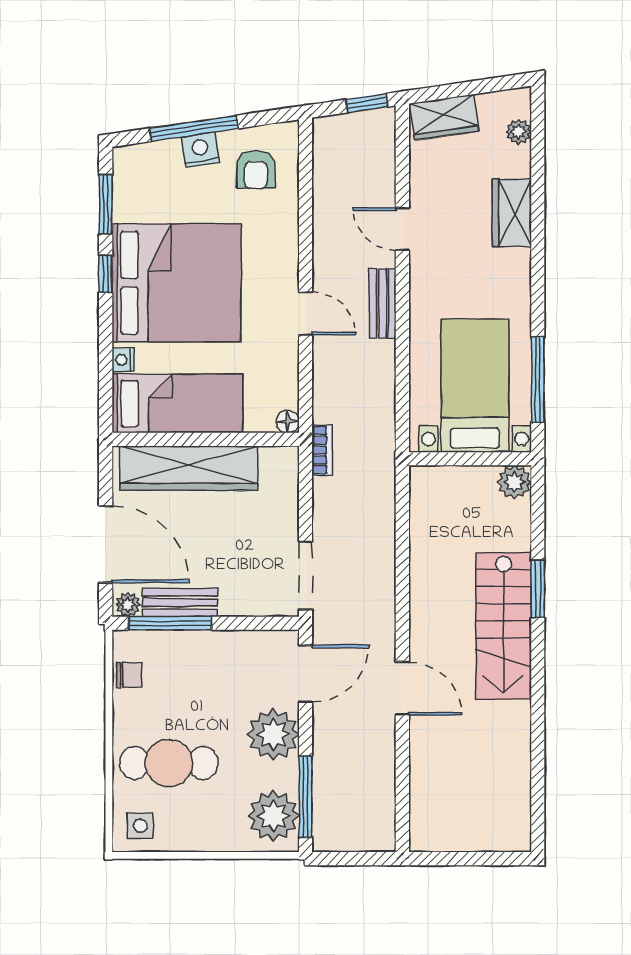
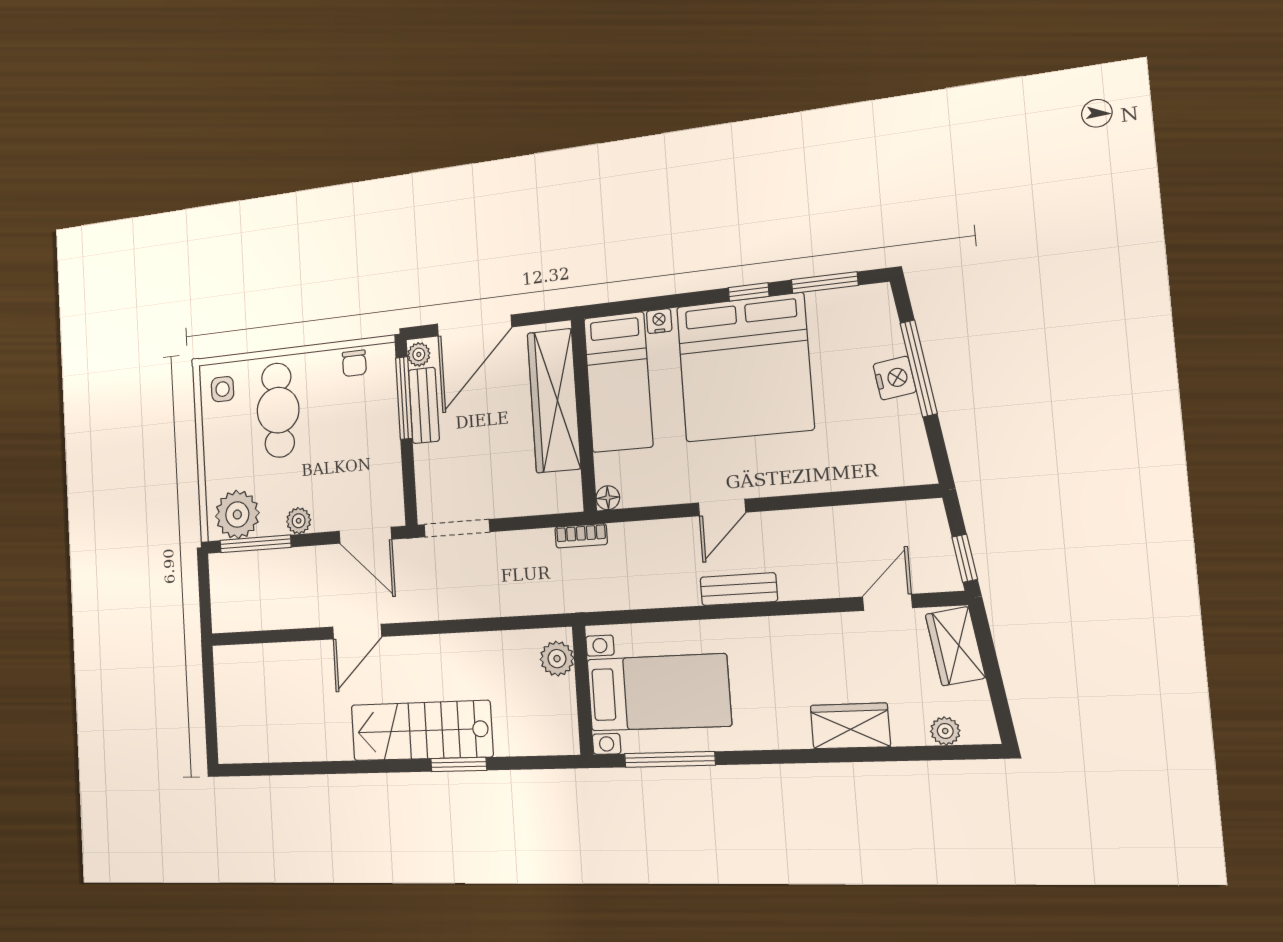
armchair: (256, 170) -> (877, 441), removed
door: (402, 229) -> (887, 602), moved
plant: (514, 482) -> (557, 659), moved
plant: (273, 734) -> (299, 521), width x0.53, depth x0.53

